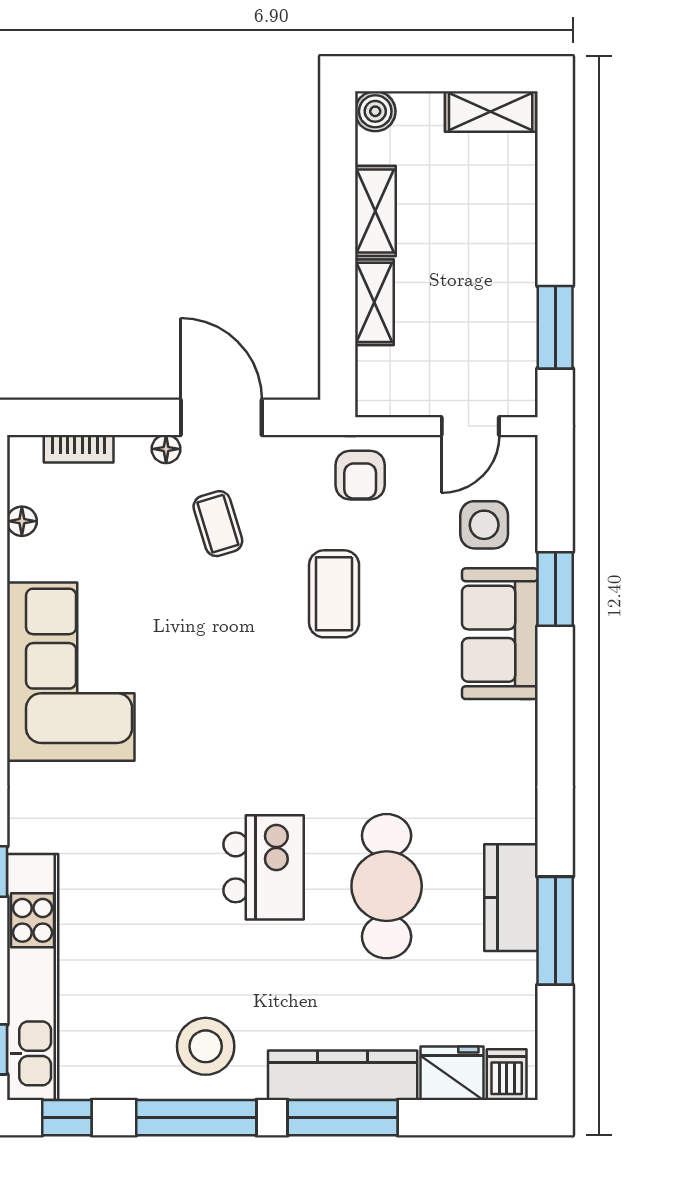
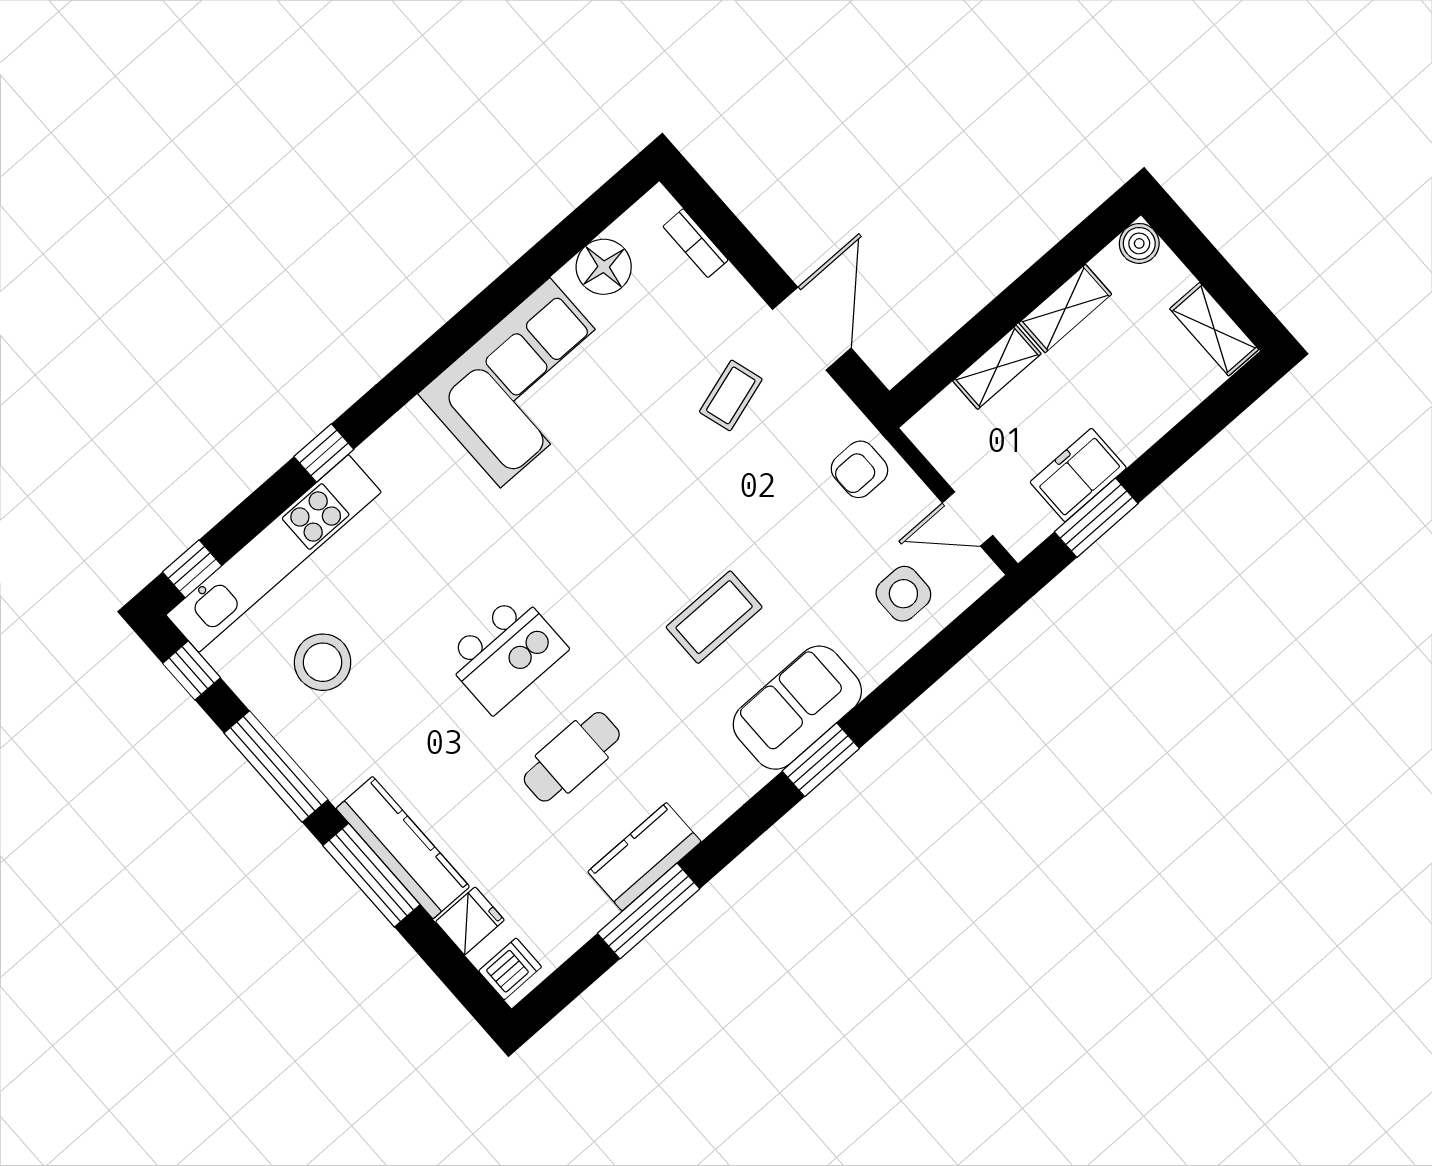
freezer: (511, 312) -> (1078, 475), added
floor lamp: (166, 449) -> (752, 308), removed
floor lamp: (22, 521) -> (604, 267), width x1.89, depth x1.89
window: (555, 589) -> (821, 760), moved
coffee table: (334, 594) -> (714, 617), moved
sofa: (500, 634) -> (797, 708), moved
cafe table: (387, 886) -> (572, 757), width x0.73, depth x0.74
stool: (206, 1046) -> (323, 662), moved
fridge: (452, 1073) -> (470, 921), width x0.72

